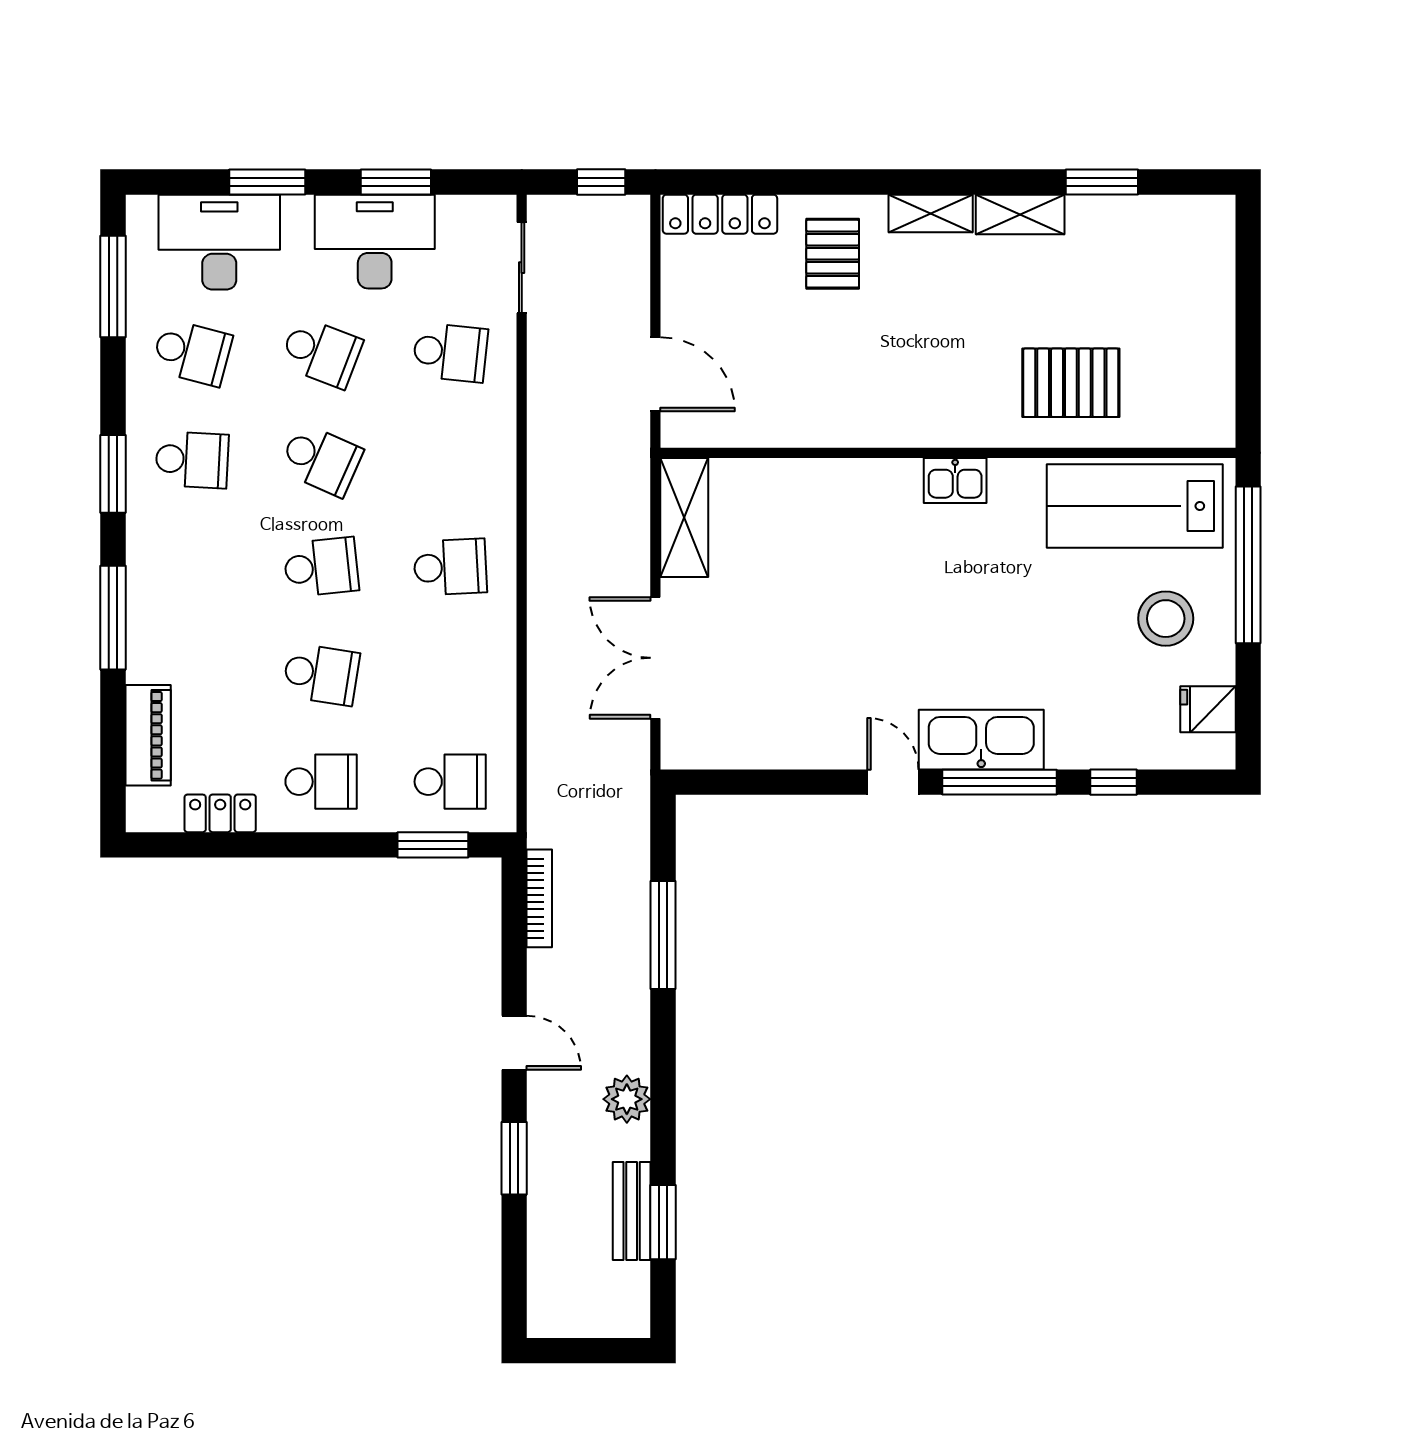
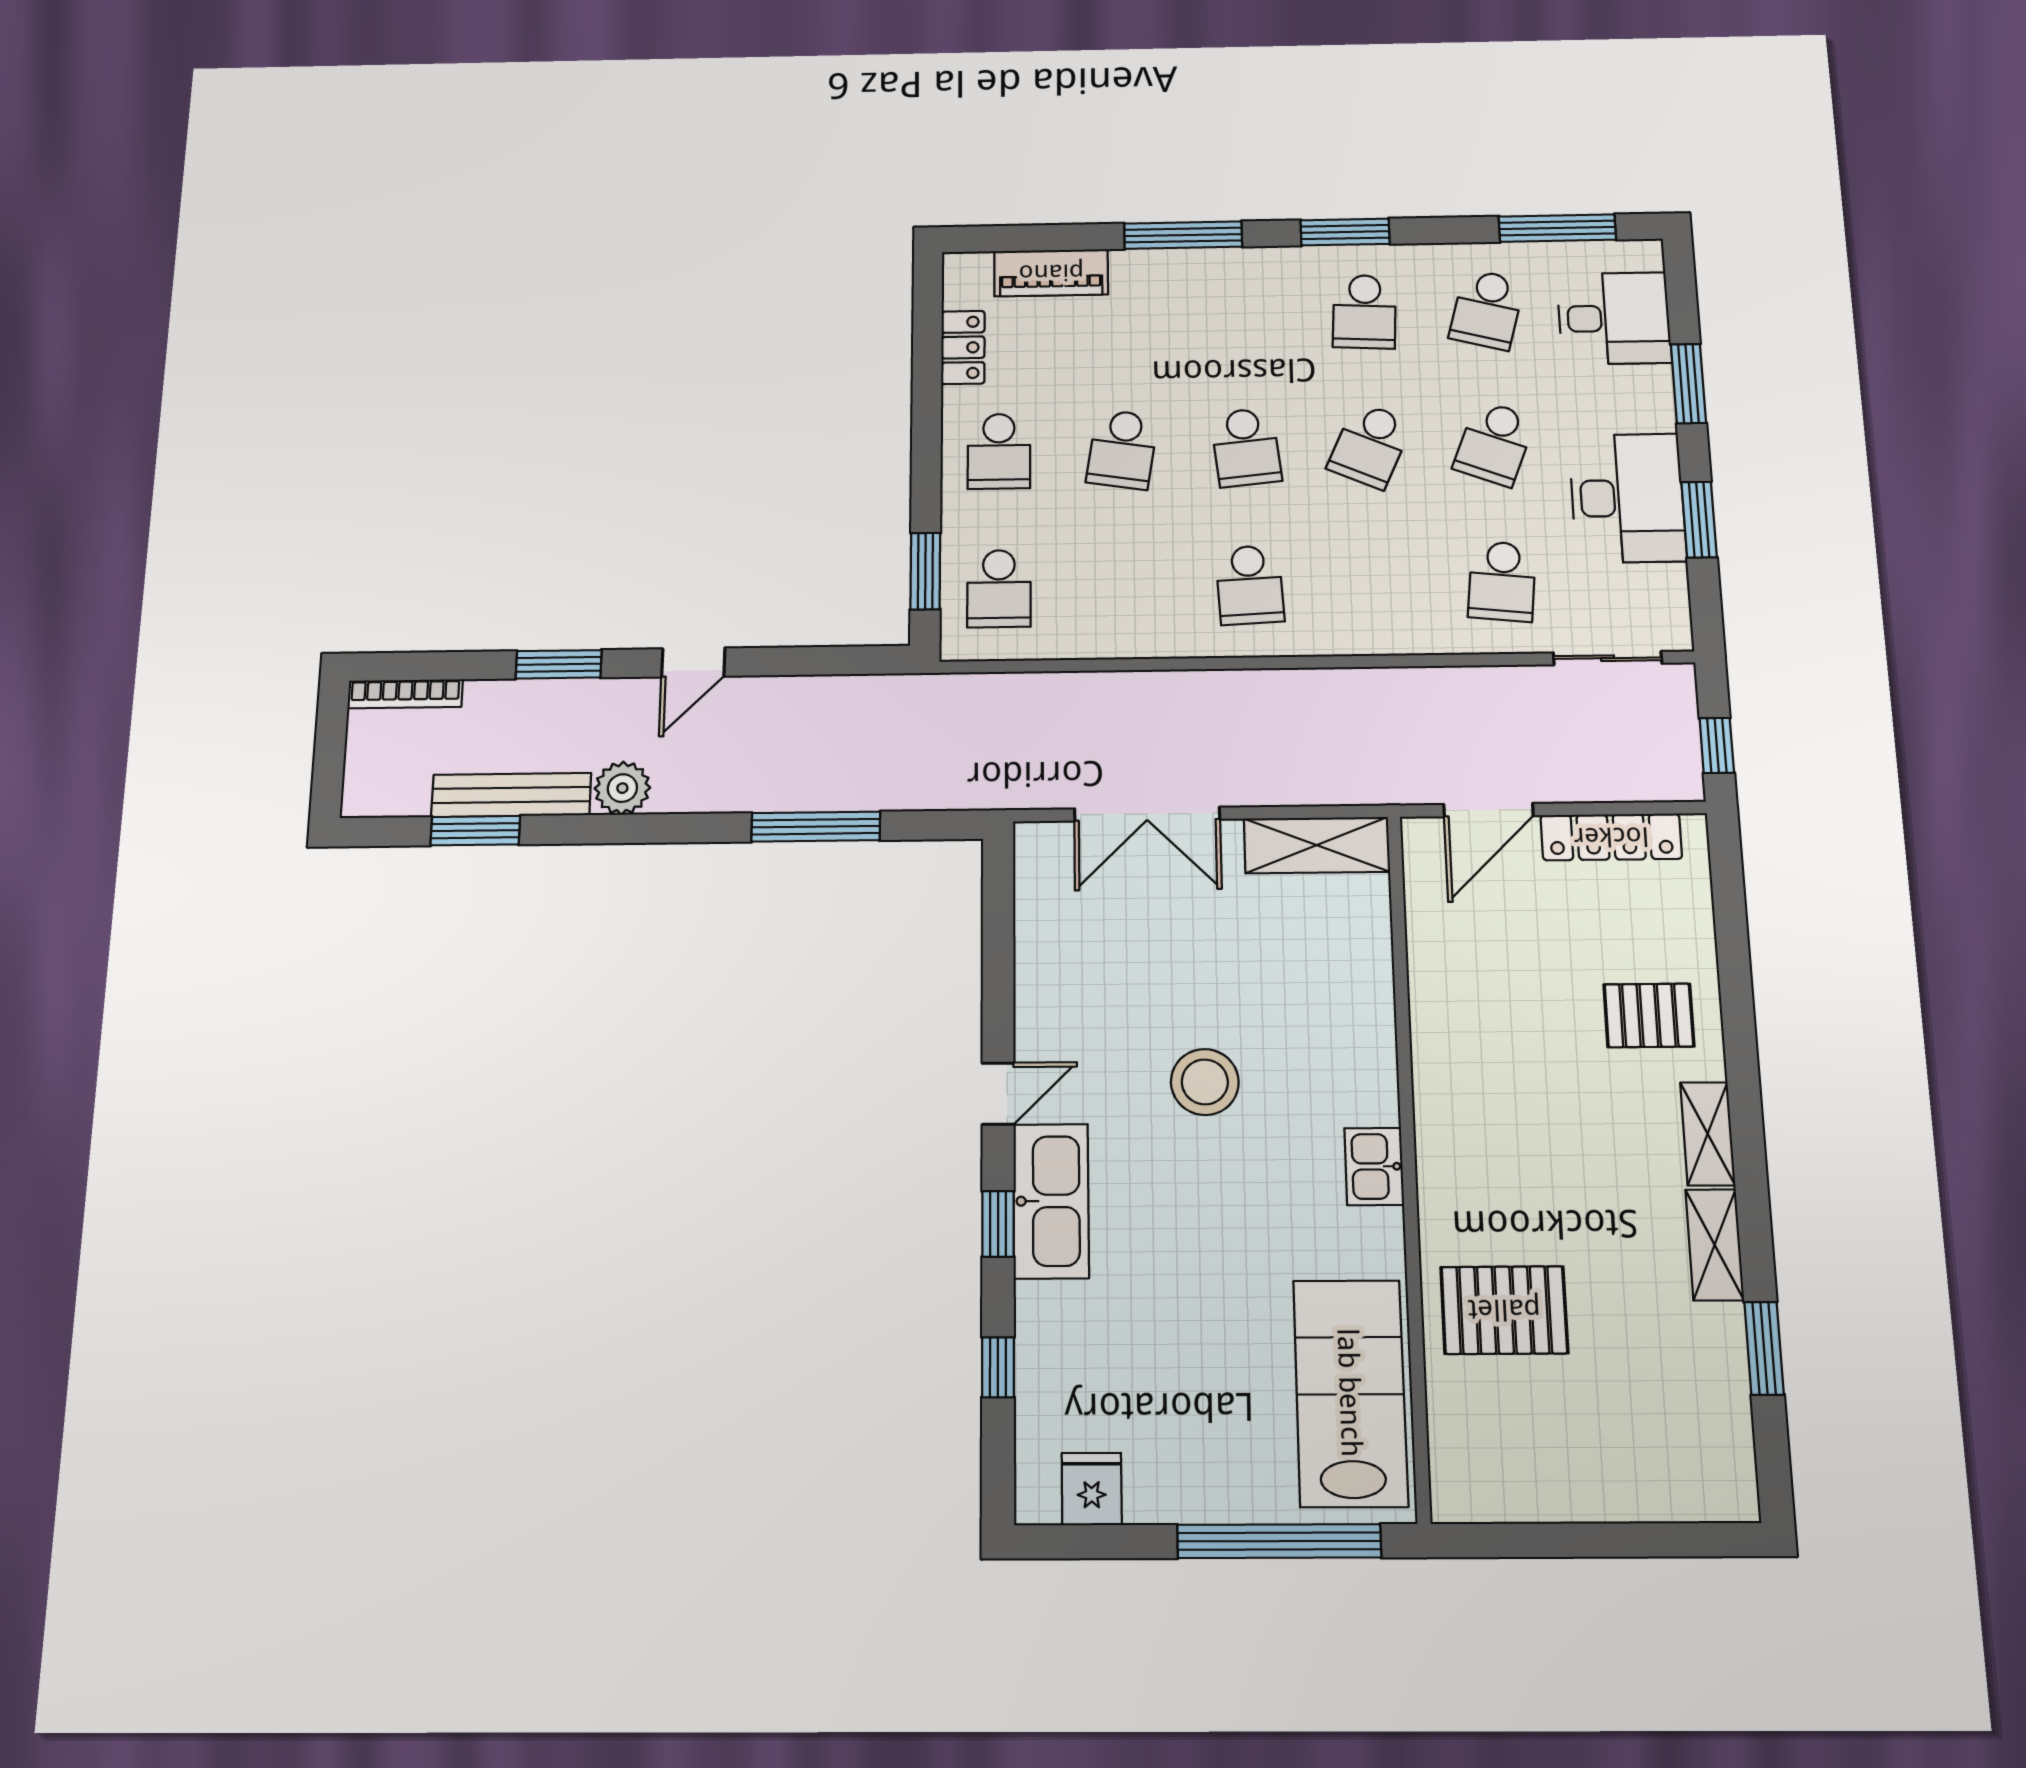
locker: (720, 214) -> (1611, 837), moved, turned -90
desk: (219, 242) -> (1614, 318), width x0.73
pallet: (1071, 383) -> (1504, 1310), turned 90
stool: (1166, 619) -> (1205, 1082), moved
double door: (655, 658) -> (1147, 814), swing flipped
window: (999, 782) -> (998, 1224), width x0.46
bookcase: (539, 898) -> (405, 694), moved
bench: (632, 1211) -> (511, 795), width x1.36

